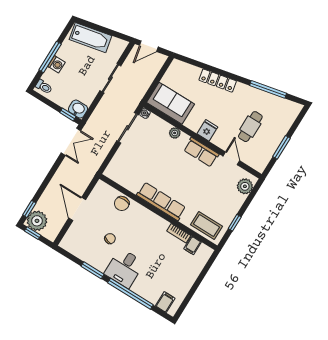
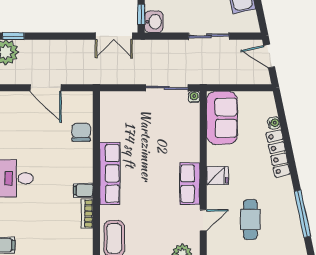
water cooler: (195, 71) -> (274, 123), added
cafe table: (250, 127) -> (250, 220), turned 90
plant: (175, 133) -> (193, 142), removed
chair: (122, 203) -> (81, 132), turned 90
door: (77, 209) -> (45, 88), swing flipped
chair: (110, 239) -> (35, 143), removed
filing cabinet: (193, 245) -> (83, 190), moved

